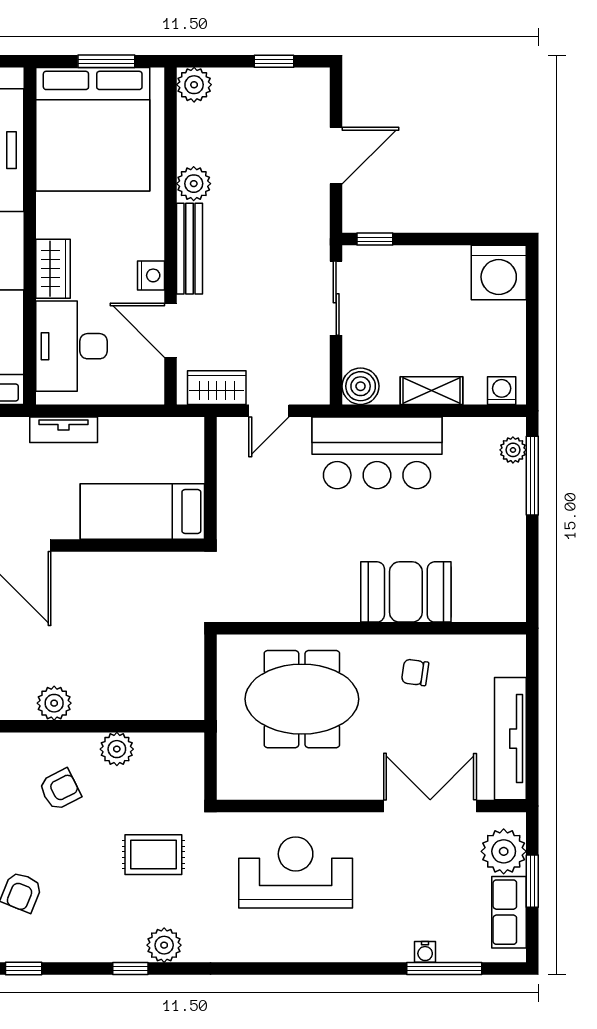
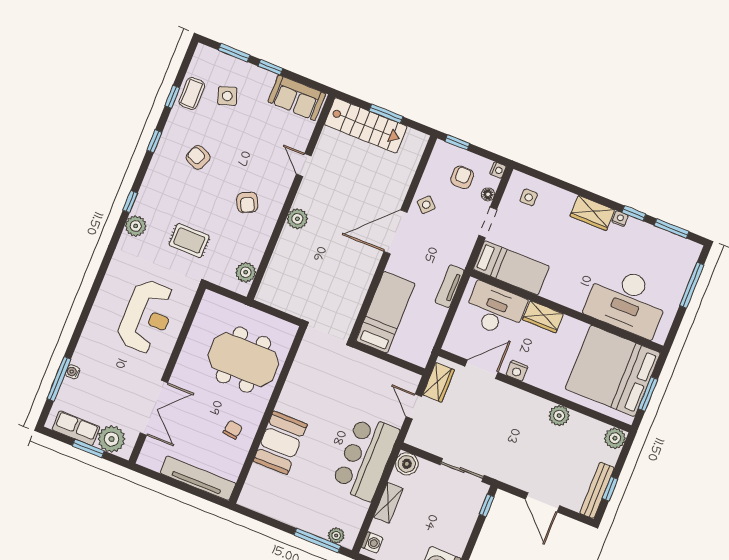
bench: (190, 249) -> (597, 490), moved, turned 90
meeting table: (302, 699) -> (243, 360), turned 90
tv unit: (510, 739) -> (198, 478), moved
plant: (117, 749) -> (246, 272), moved
rug: (153, 855) -> (189, 240), turned 90

